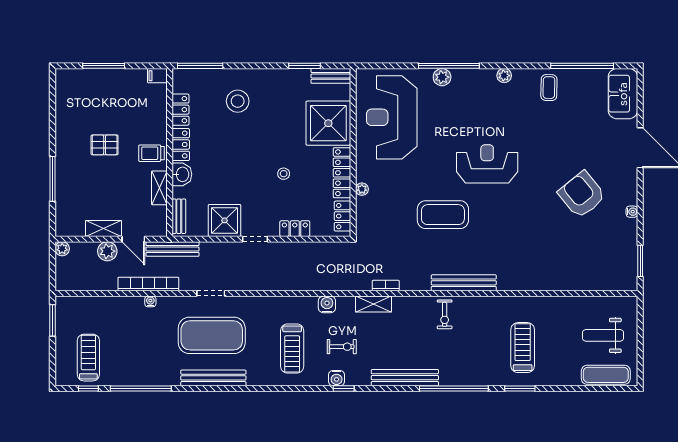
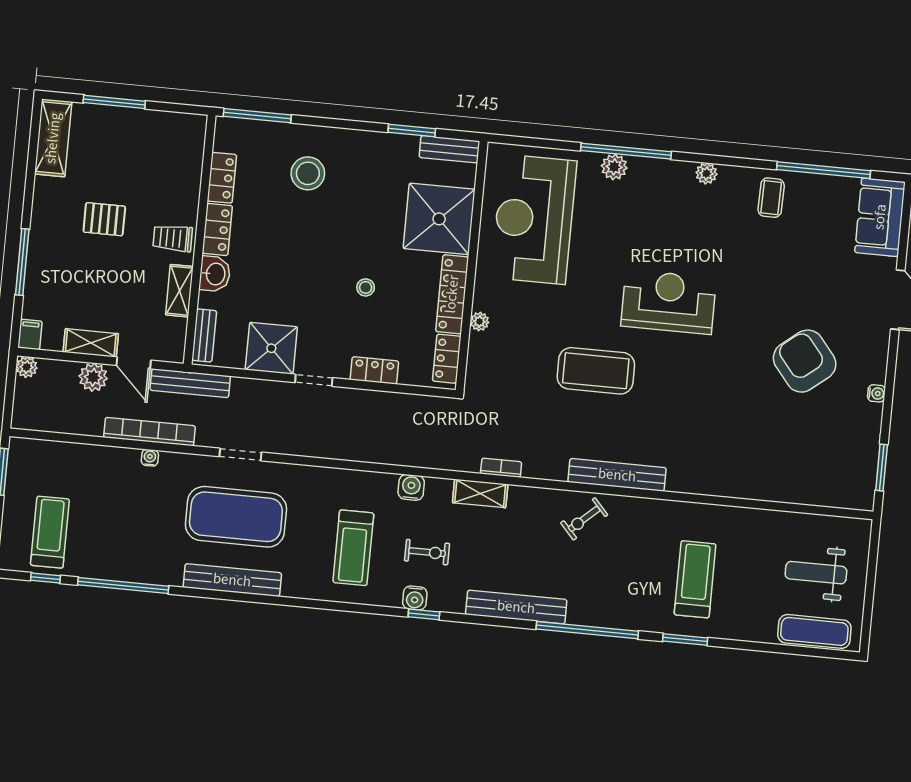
filing cabinet: (157, 76) -> (30, 334), moved, turned 90
shelving: (65, 94) -> (53, 138), added
exercise bike: (445, 314) -> (584, 519), turned 48

